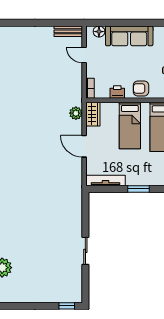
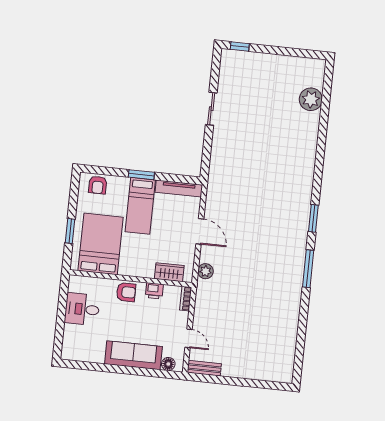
wardrobe: (93, 114) -> (169, 272), moved, turned 90
bed: (130, 125) -> (140, 206), moved, turned 180

